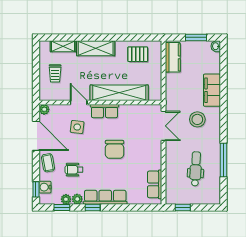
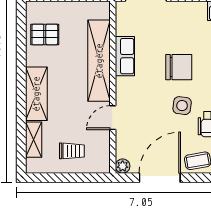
pallet: (138, 54) -> (45, 34), turned 90
row of seats: (104, 111) -> (125, 56), moved
side table: (77, 127) -> (182, 106), moved

